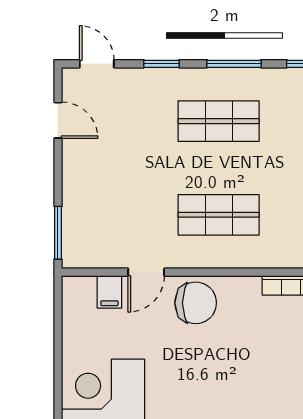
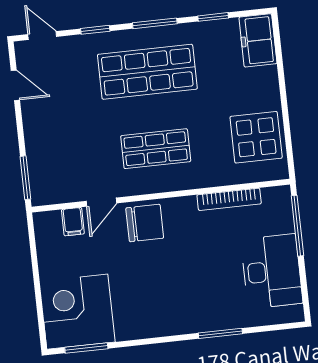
shop shelf: (219, 121) -> (147, 72), width x1.43, depth x1.36

